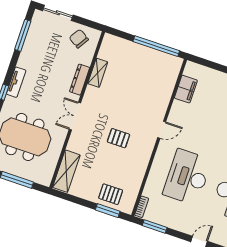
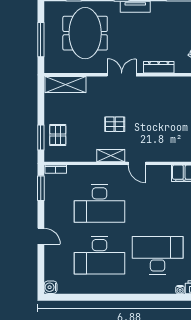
shelving: (98, 73) -> (111, 156), moved
pallet: (118, 138) -> (115, 124), turned 90
desk: (187, 177) -> (100, 204), turned 180

